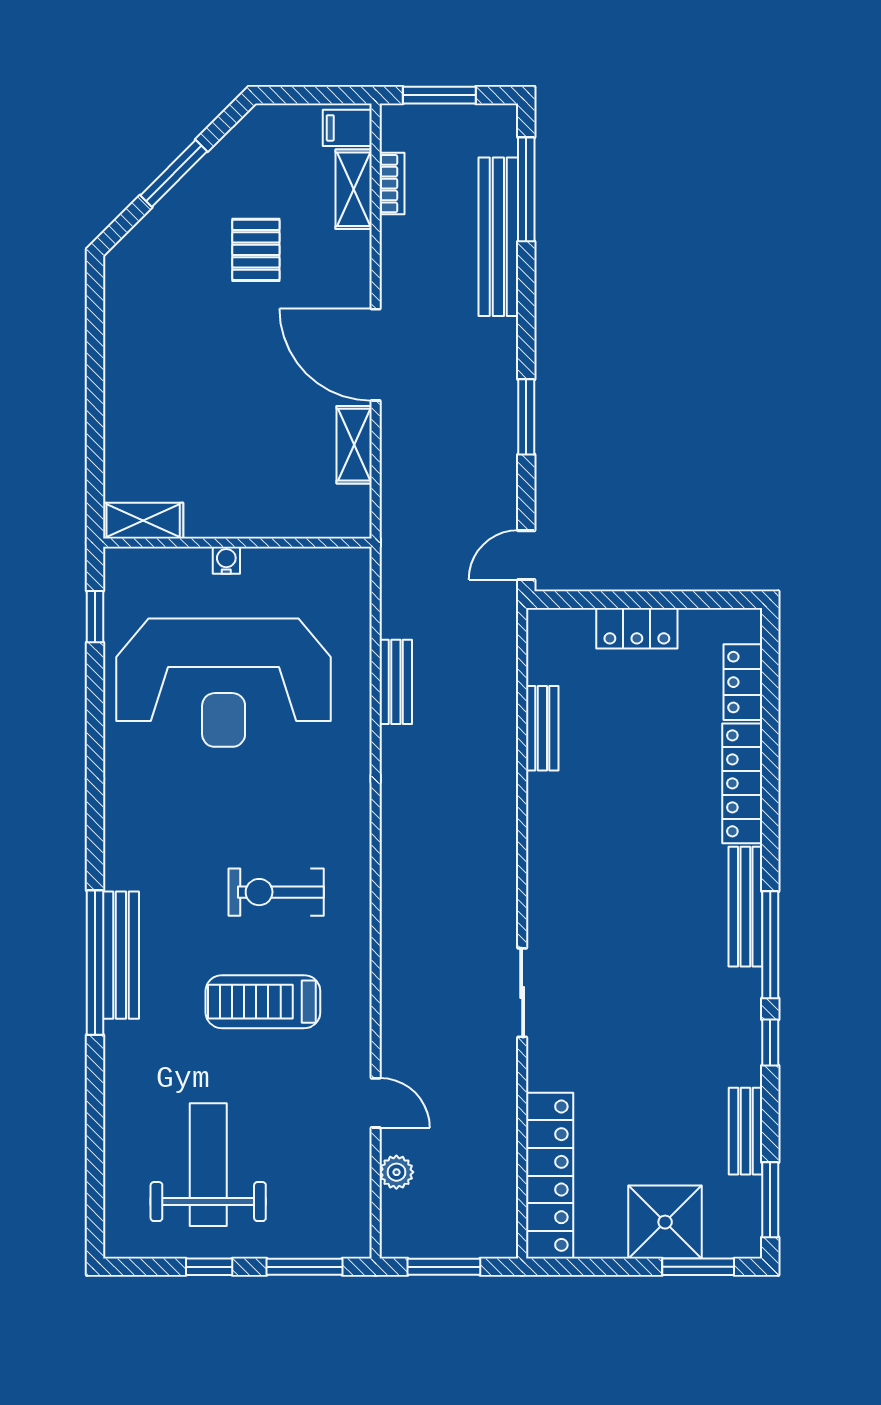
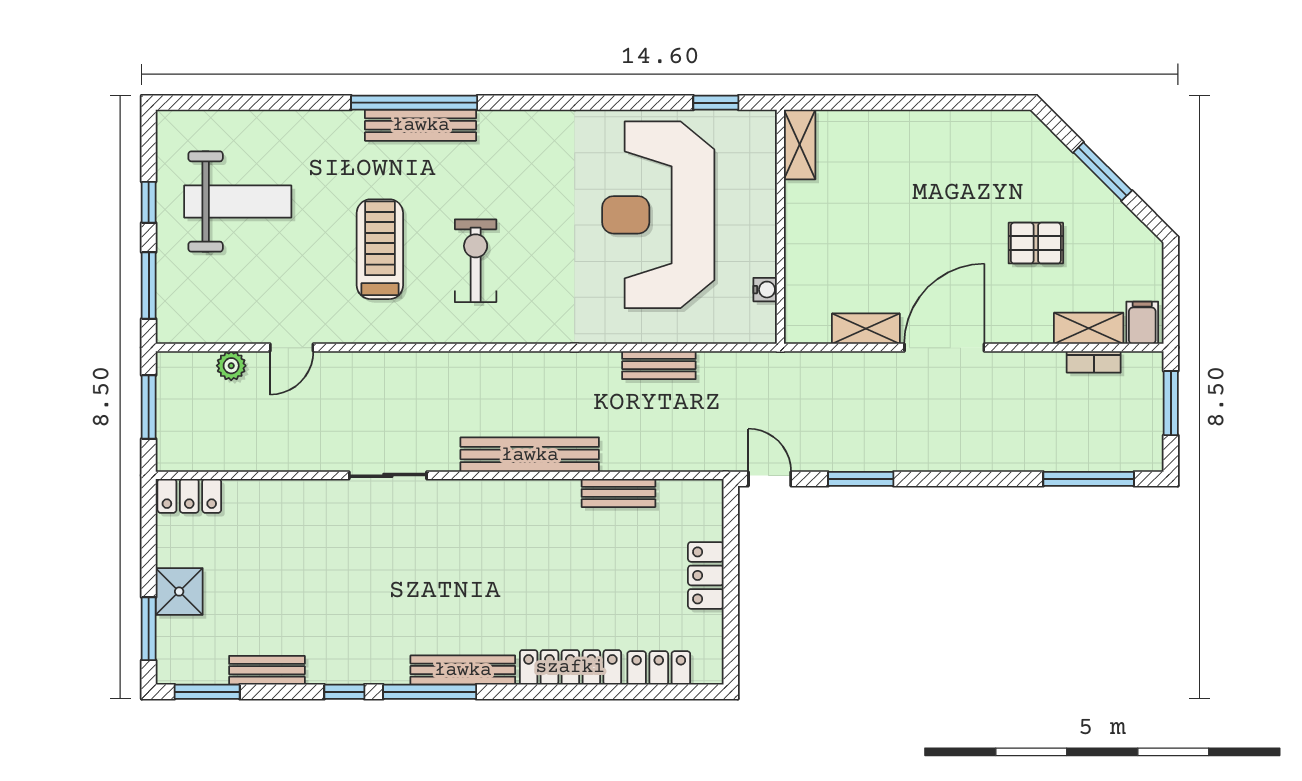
bench: (498, 237) -> (530, 455), moved
window: (526, 417) -> (861, 479), moved
water cooler: (226, 560) -> (765, 290), moved
locker: (550, 1176) -> (189, 496), width x0.46, depth x0.83
shower: (665, 1222) -> (179, 592), width x0.73, depth x0.73

